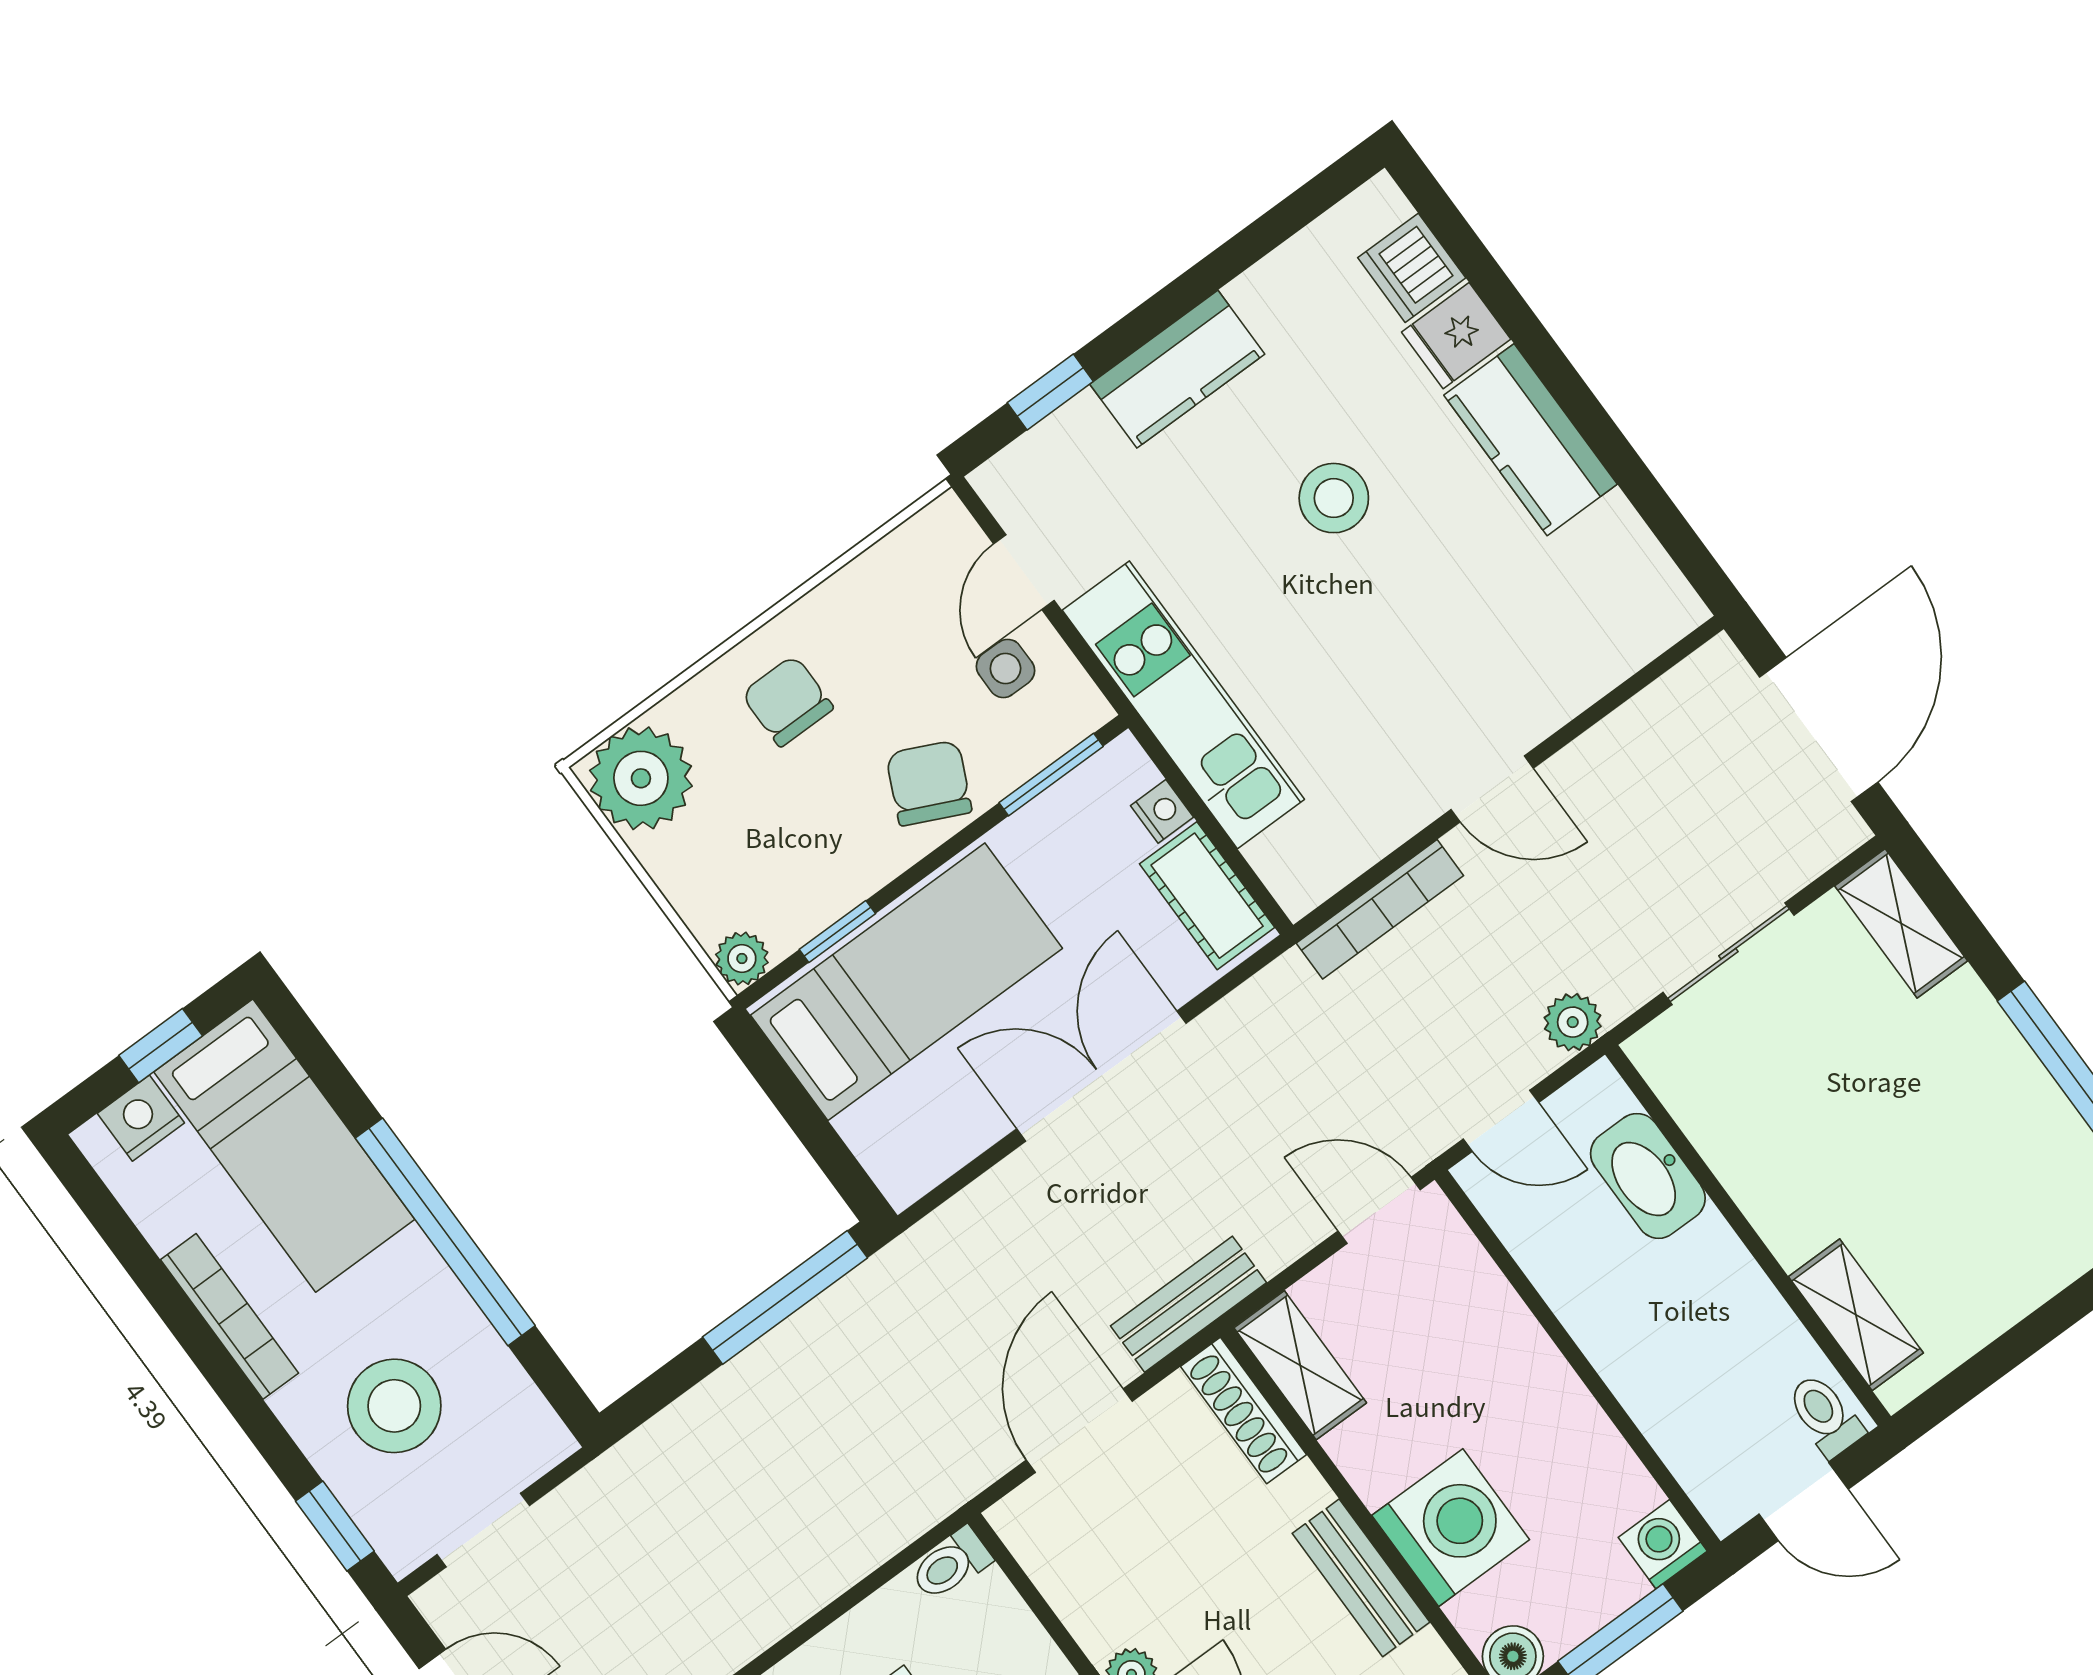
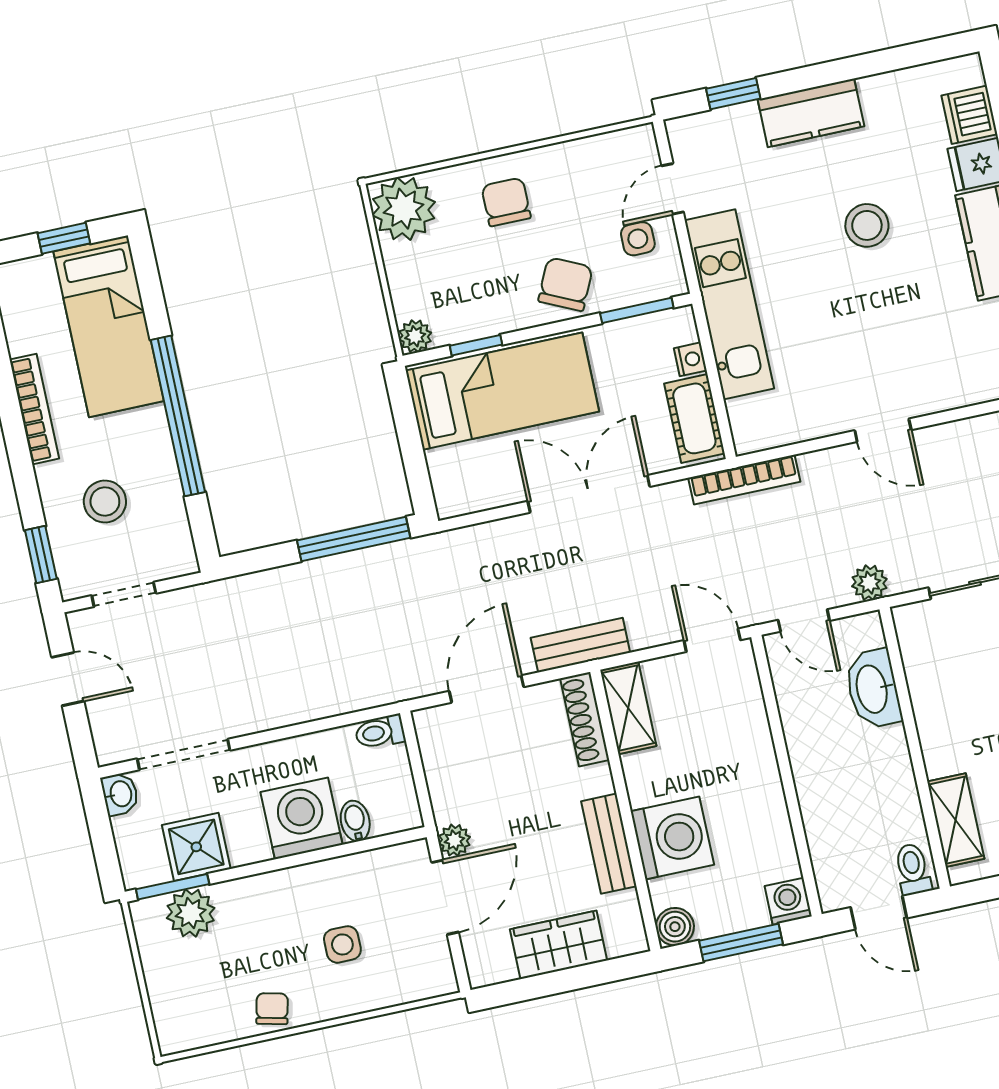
bookcase: (1380, 909) -> (744, 480), moved
nightstand: (141, 1118) -> (34, 274), removed
stool: (394, 1406) -> (105, 501), width x0.73, depth x0.73

